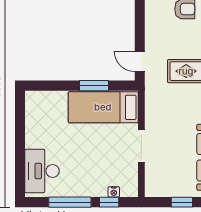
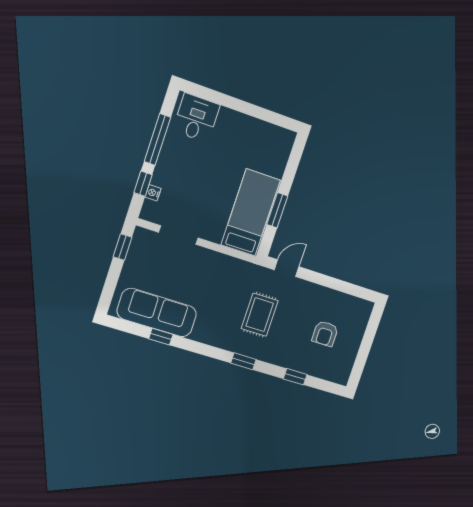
doorway: (141, 146) -> (178, 235), moved
desk: (42, 171) -> (196, 118), width x0.73
window: (182, 202) -> (122, 247), moved

